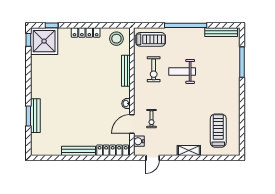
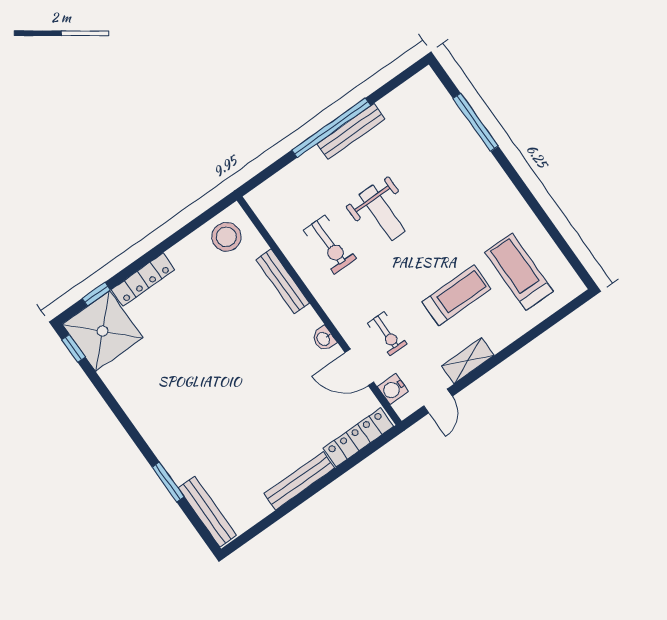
locker: (86, 32) -> (143, 280), moved
bench: (221, 32) -> (351, 132), moved
treadmill: (151, 39) -> (456, 295), moved
weight bench: (182, 71) -> (382, 213), turned -90
bench: (35, 116) -> (207, 512), moved
door: (132, 124) -> (359, 367), hinge flipped
shelving: (189, 151) -> (468, 361), moved

